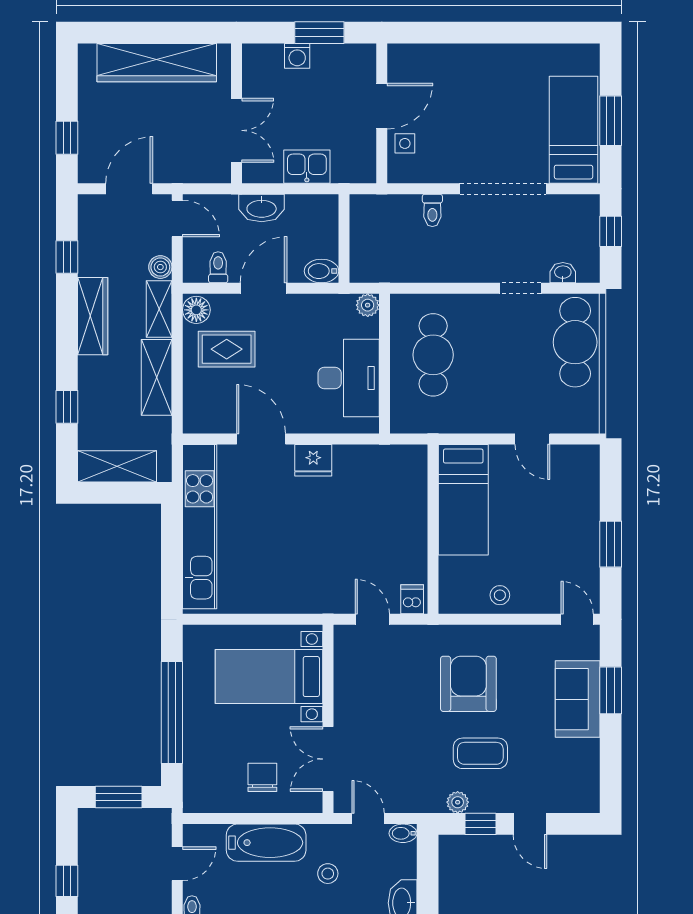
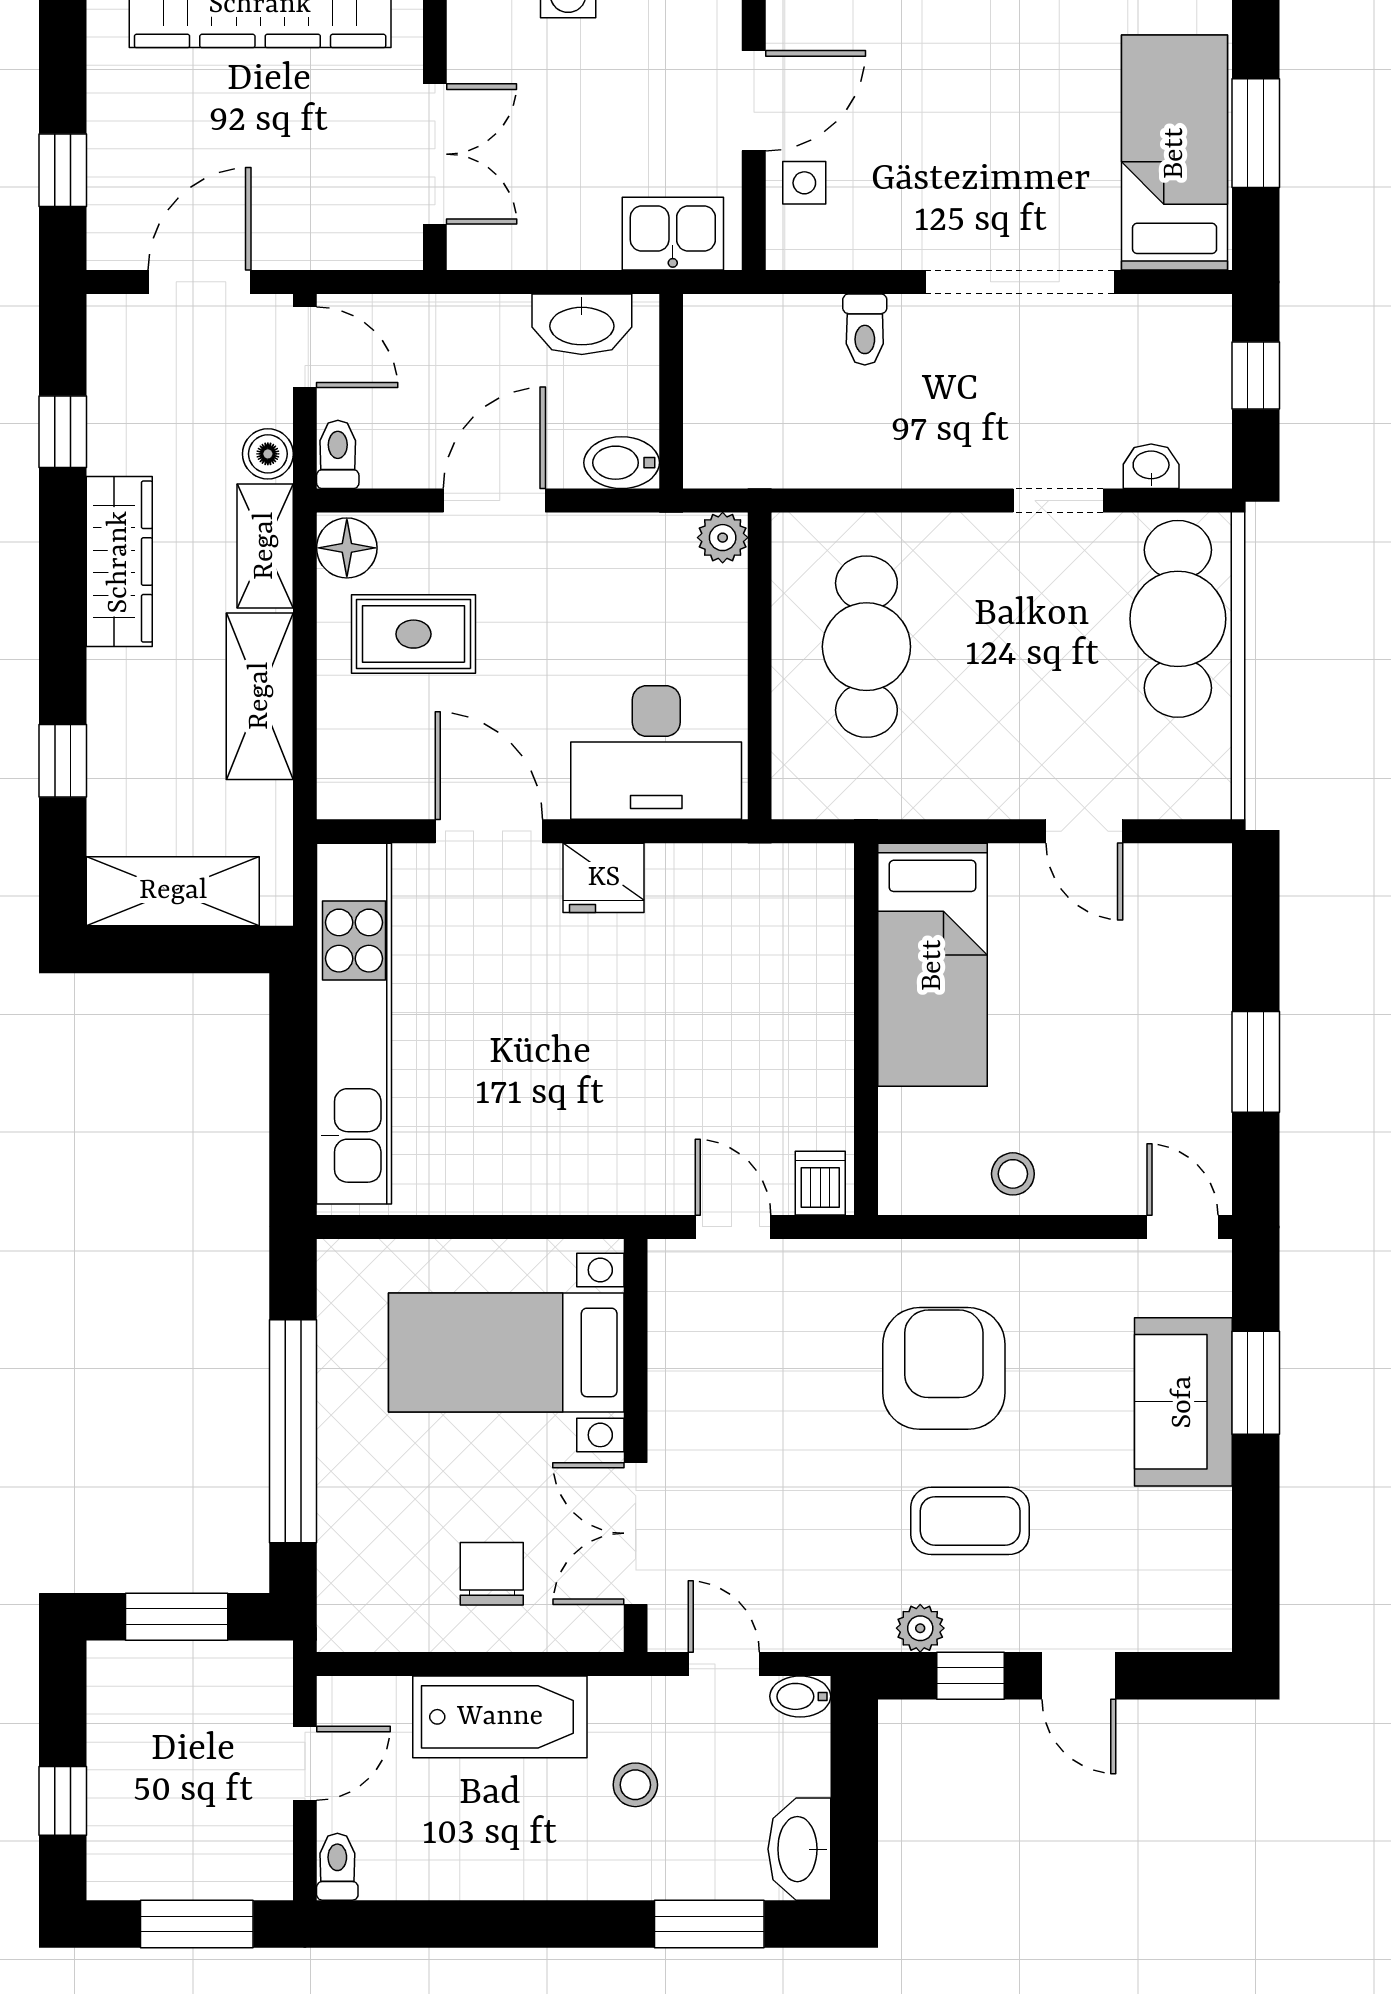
kitchen sink: (307, 167) -> (673, 234), moved
washbasin: (262, 208) -> (582, 324), moved
toilet: (218, 267) -> (338, 454), moved
desk: (349, 378) -> (656, 752), moved, turned 90

